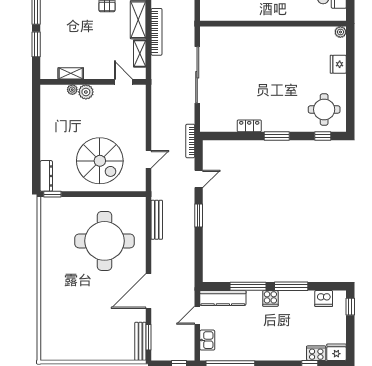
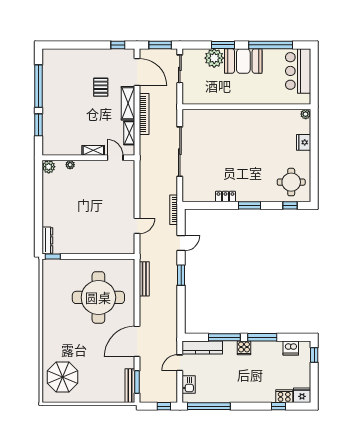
shelving: (71, 73) -> (93, 150), moved
plant: (86, 92) -> (49, 167), moved
spiral stairs: (100, 161) -> (94, 227), removed
parasol: (63, 331) -> (62, 377), added

